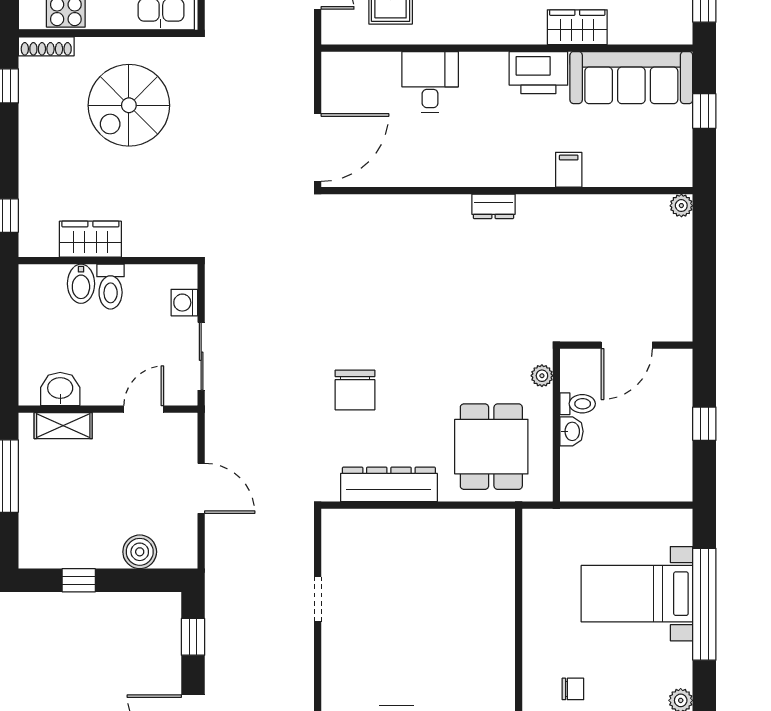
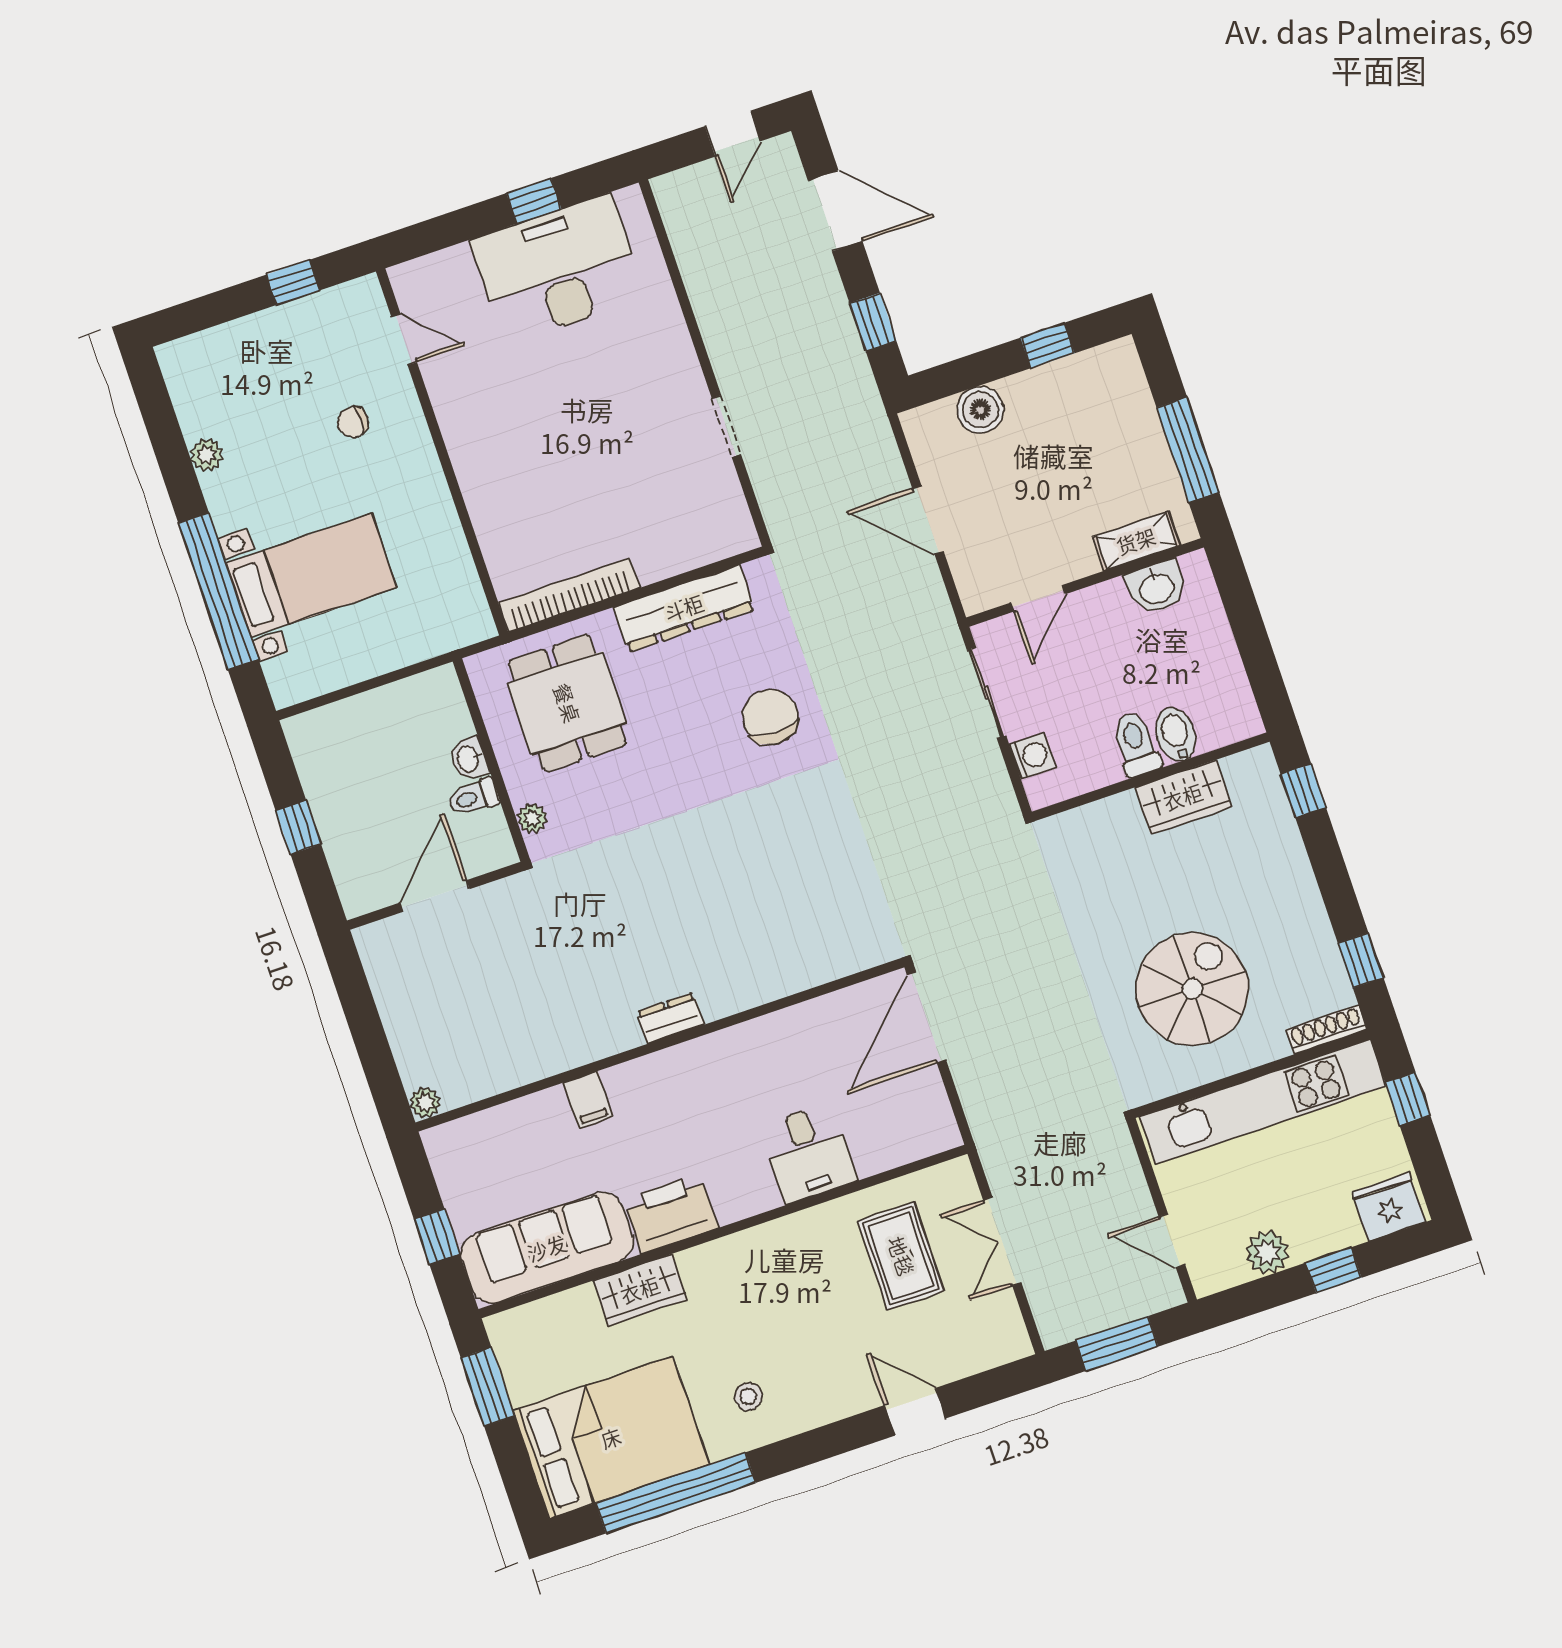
bookcase: (465, 520) -> (569, 595), added

